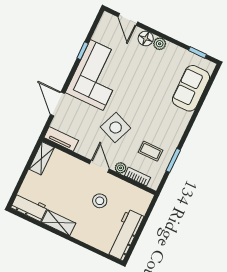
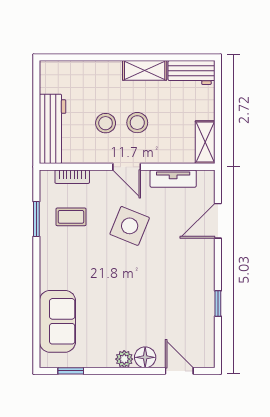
corner sofa: (97, 75) -> (185, 281), removed
door: (57, 104) -> (218, 221), swing flipped
tv unit: (61, 139) -> (173, 179), moved
plant: (121, 168) -> (99, 178), removed
stool: (79, 191) -> (137, 123), added
workbench: (125, 235) -> (53, 129), moved

